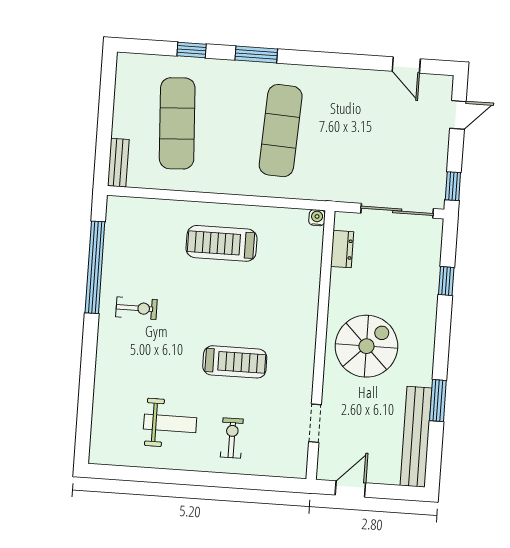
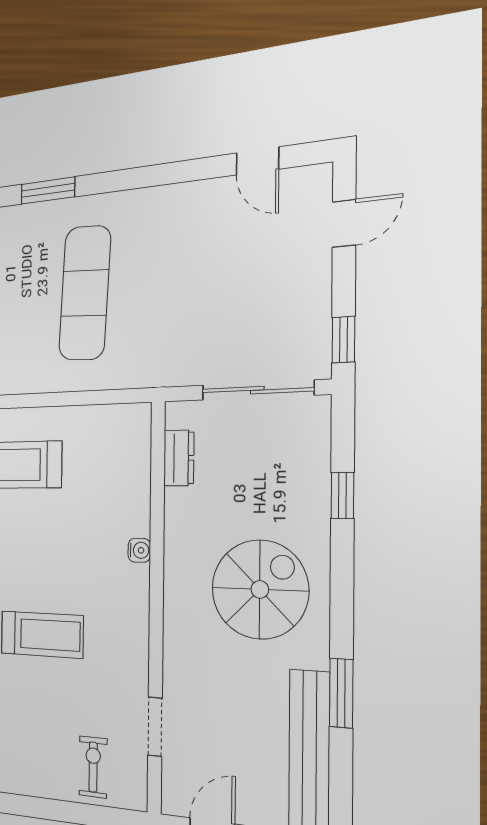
water cooler: (317, 218) -> (139, 550), moved, turned 90
spiral stairs: (366, 346) -> (260, 589), moved
exercise bike: (232, 438) -> (93, 767), moved

